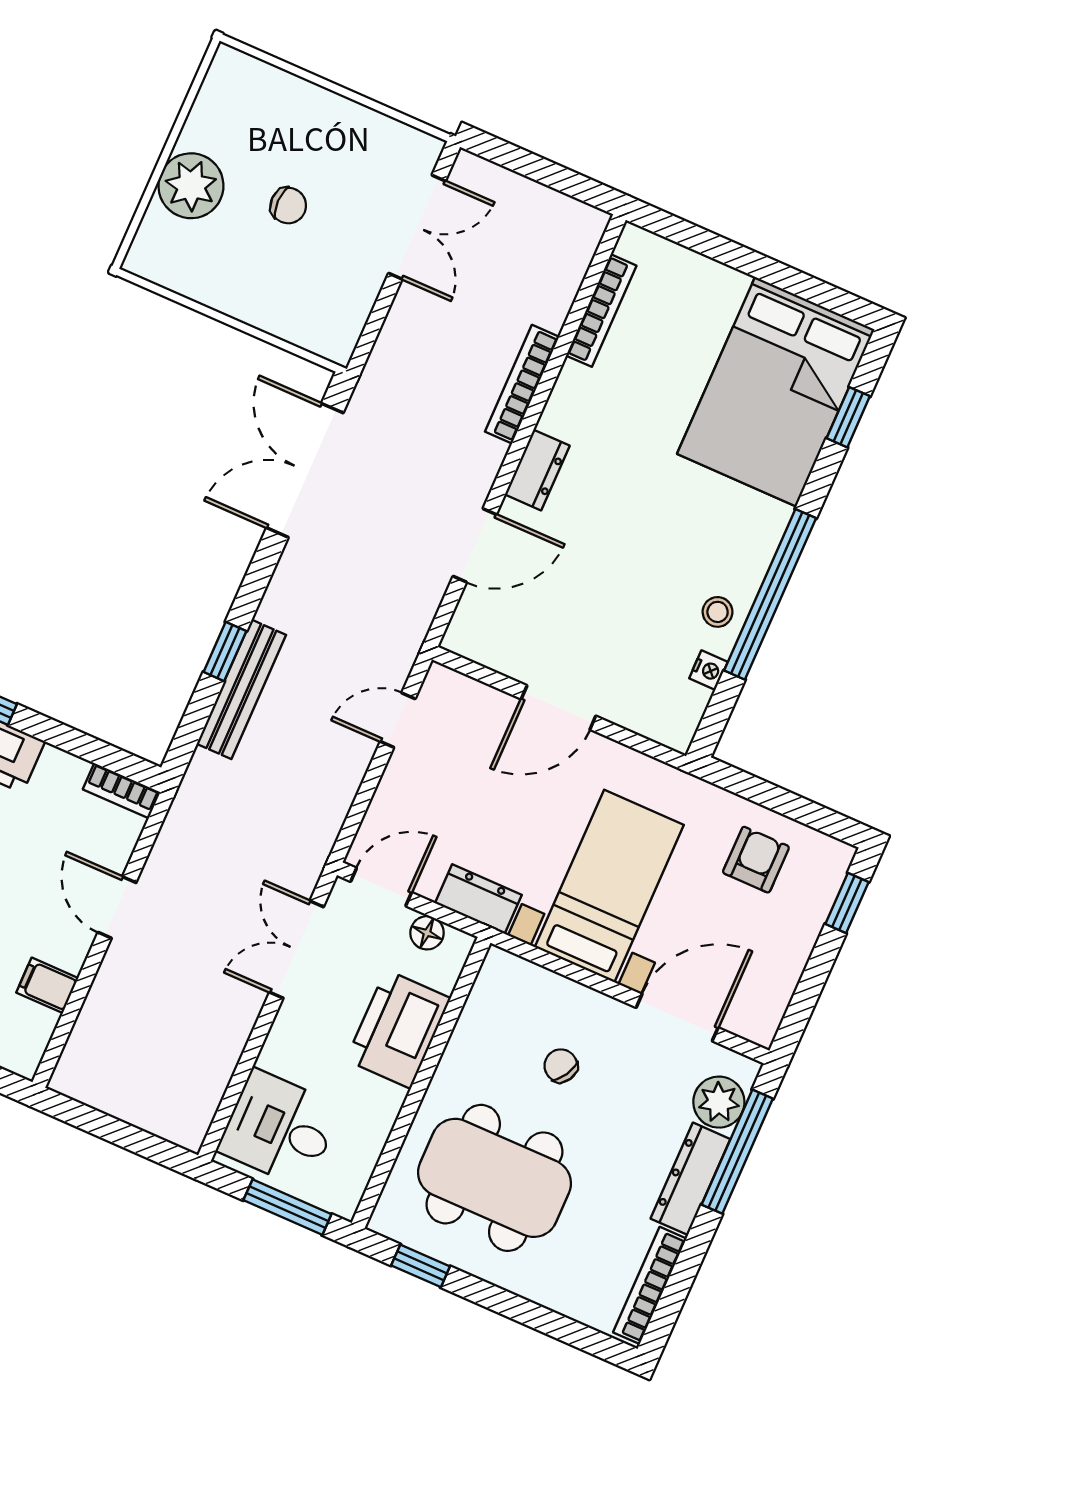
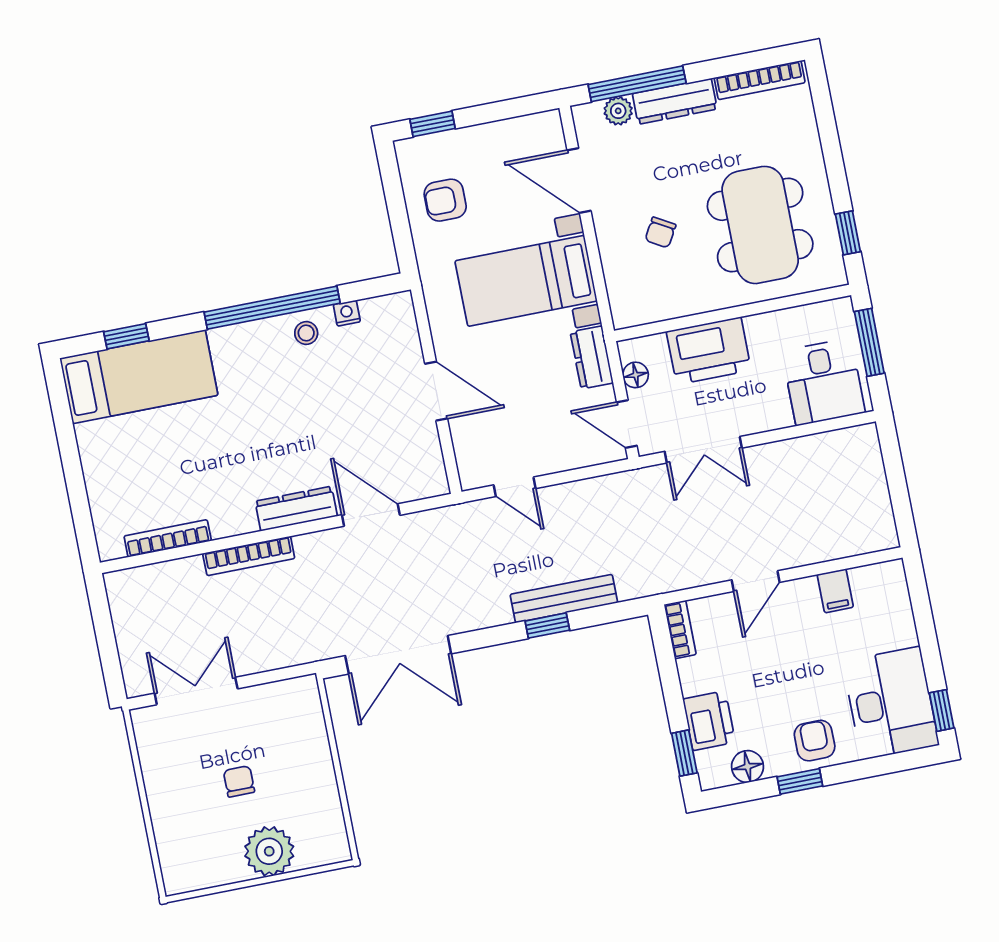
bed: (776, 392) -> (139, 377), width x0.67
dresser: (537, 470) -> (296, 509), width x1.44
plant: (719, 1102) -> (618, 111), width x0.73, depth x0.73

